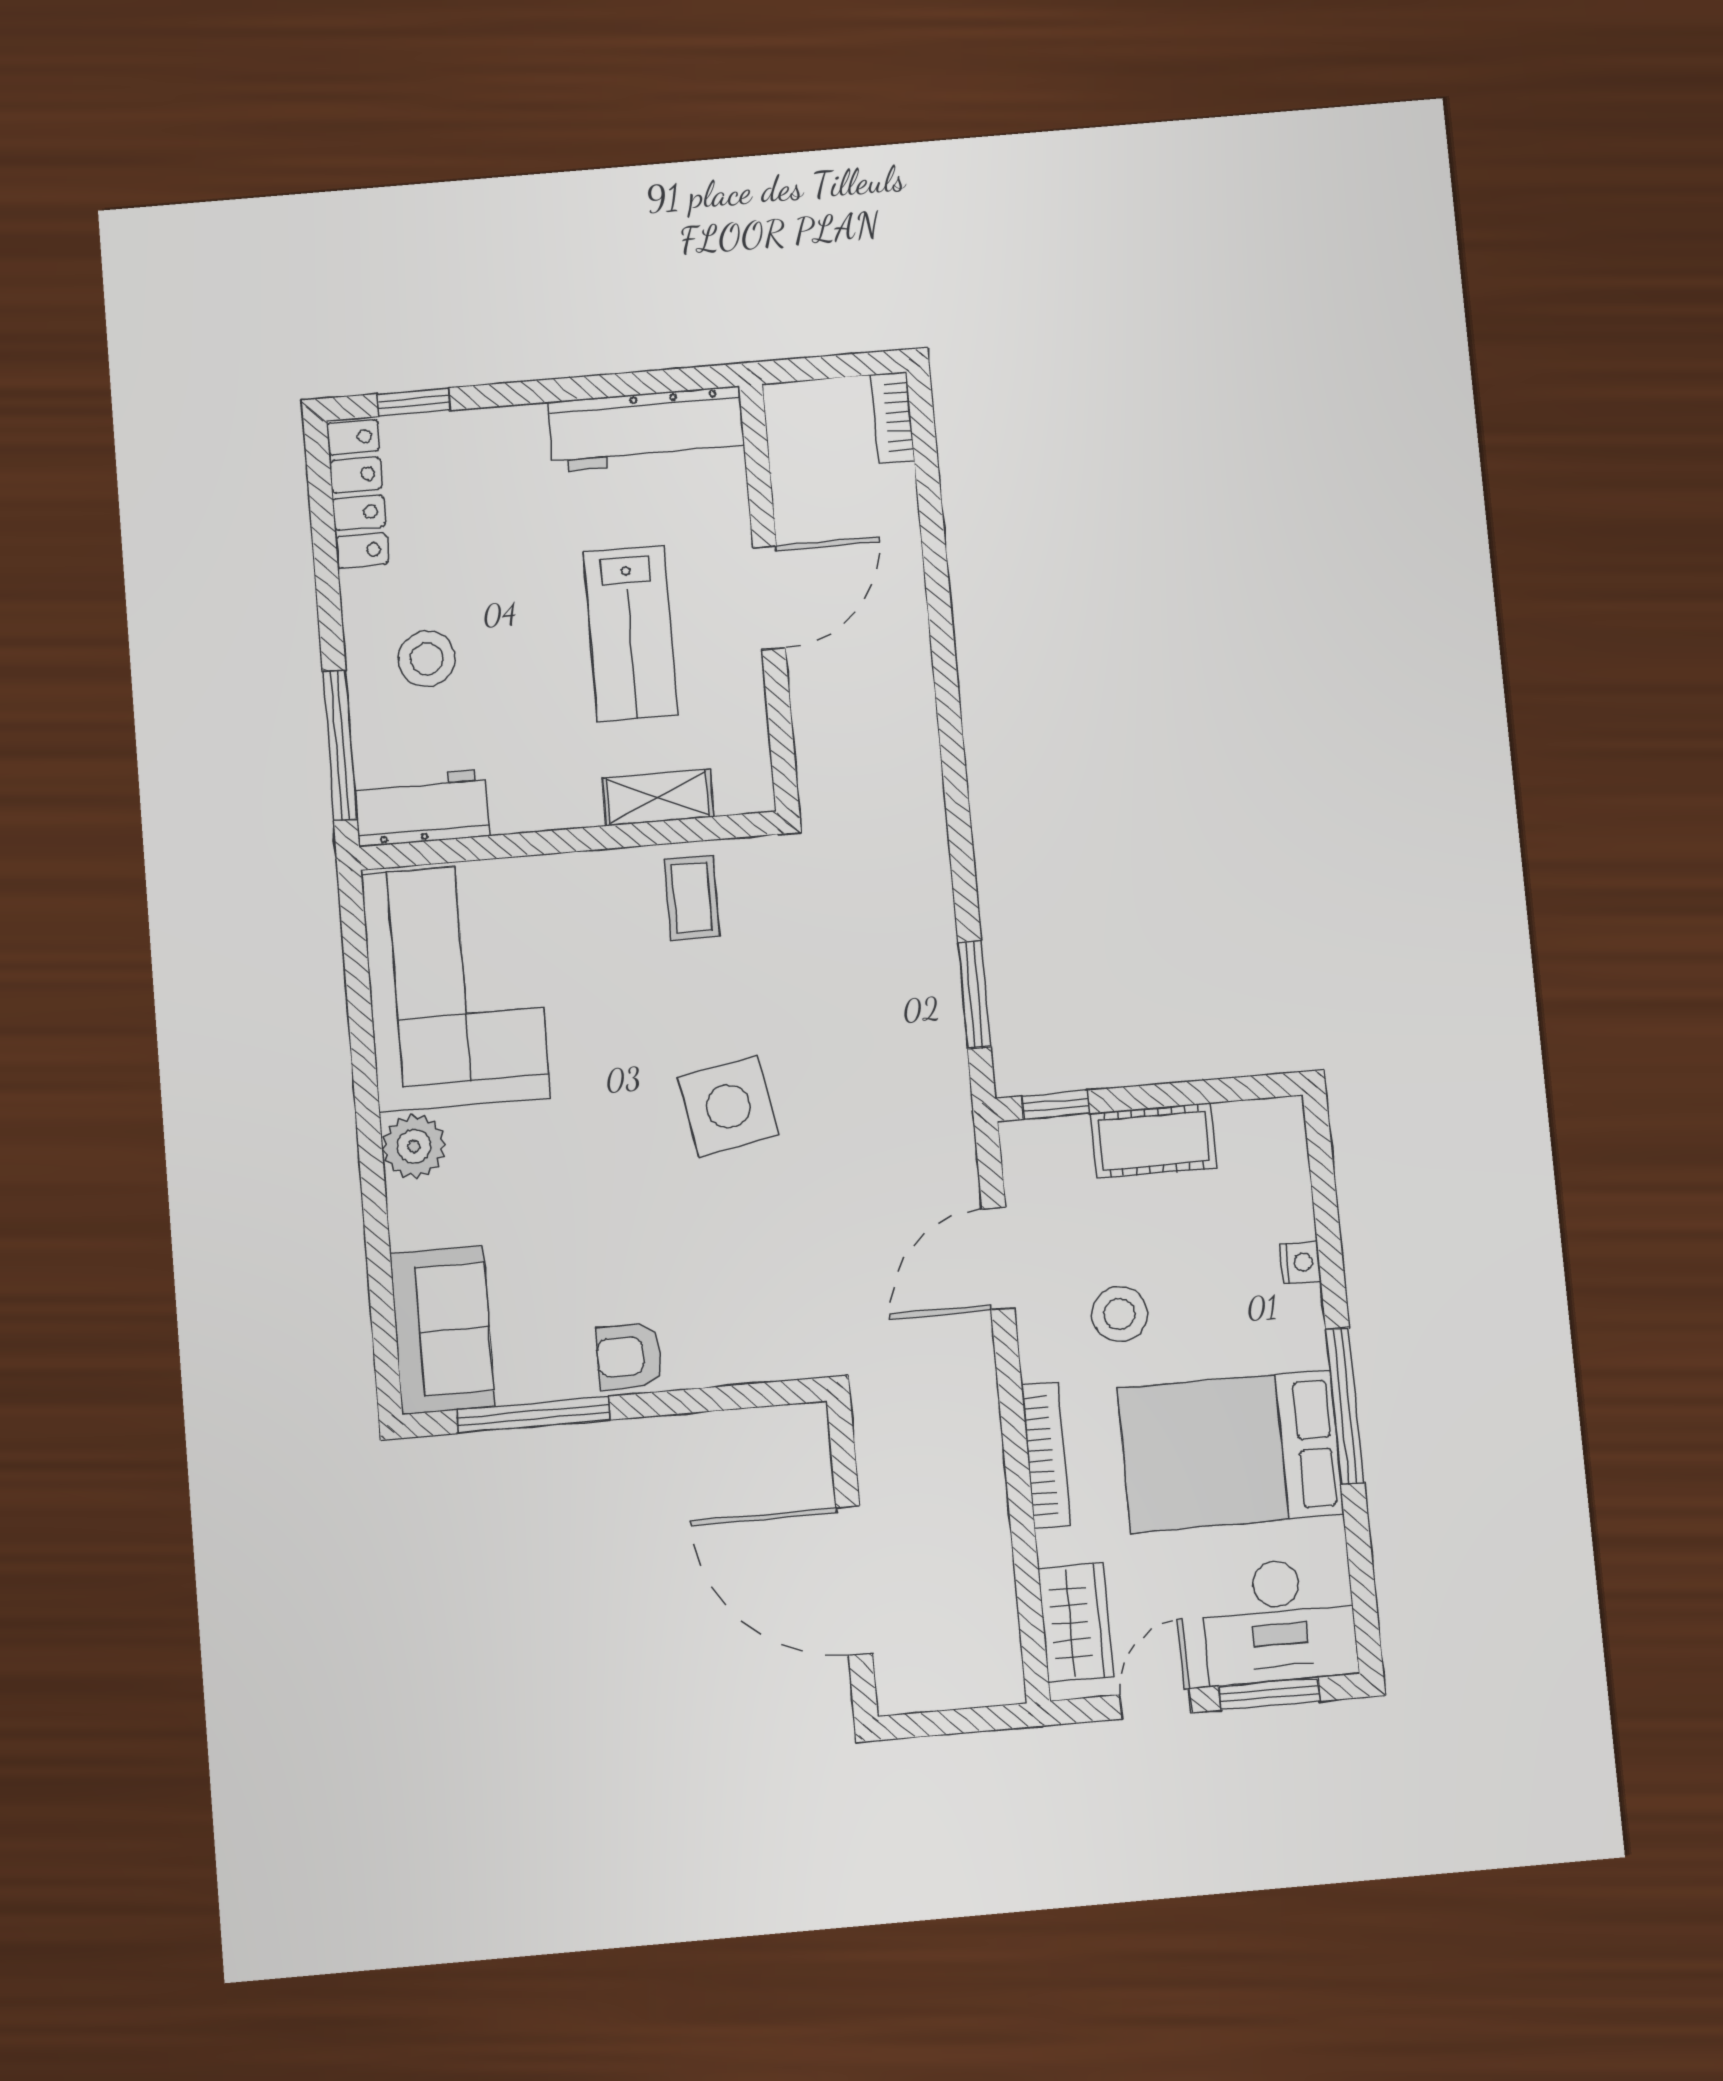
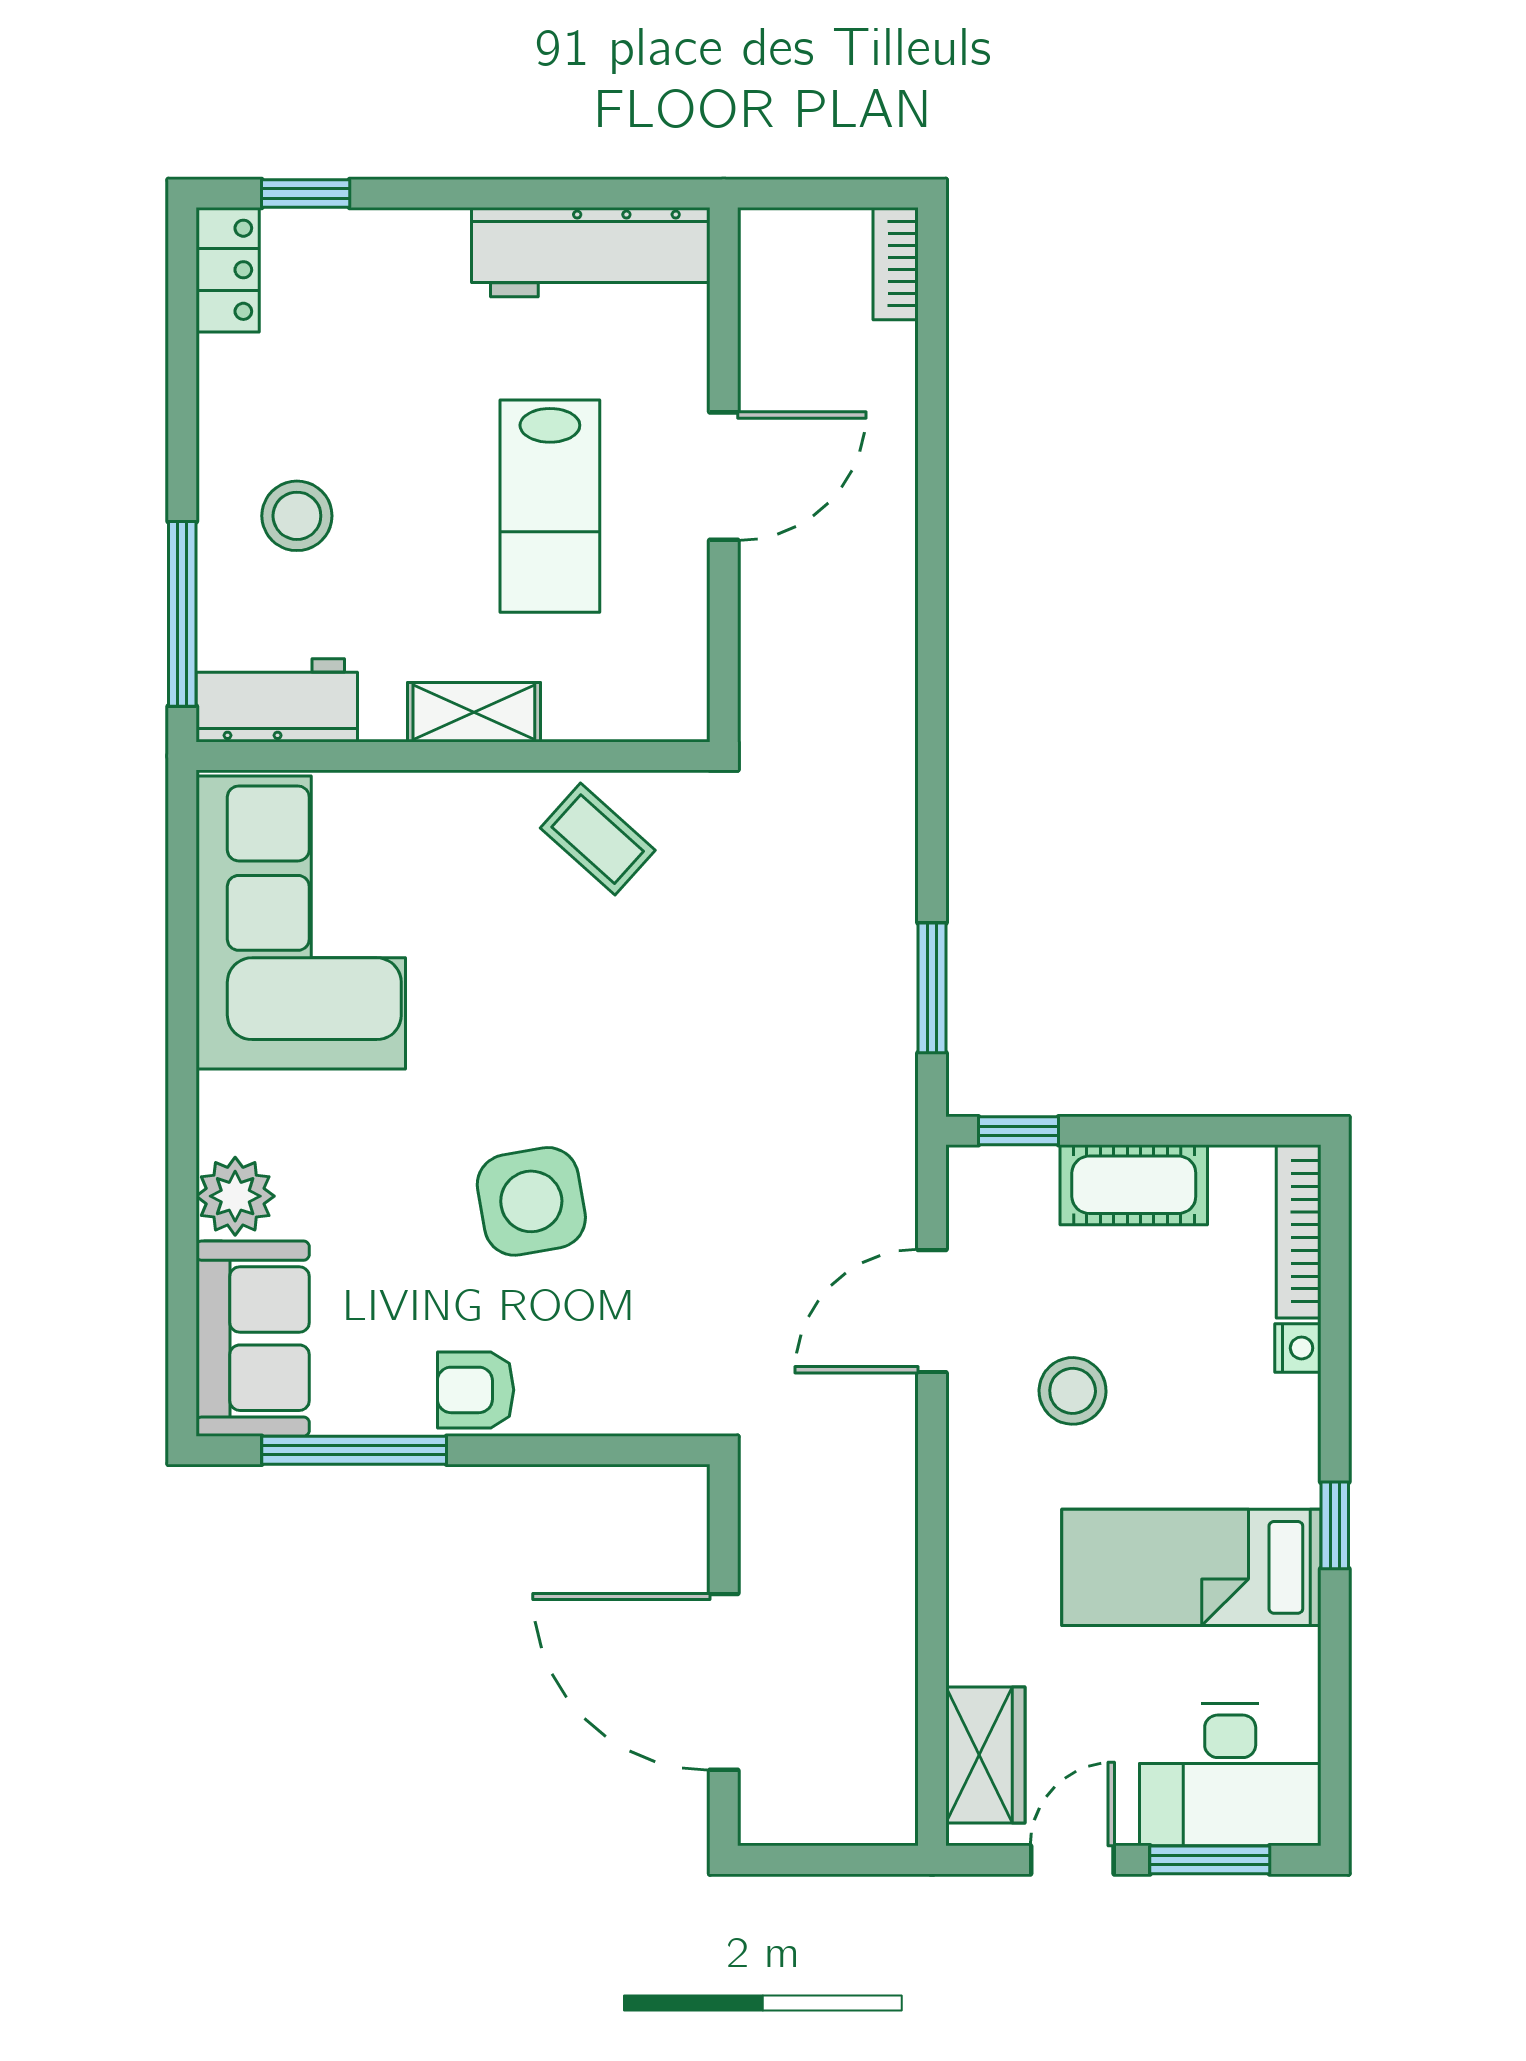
locker: (357, 494) -> (228, 270), width x0.66
shelving: (658, 797) -> (474, 712), moved
coffee table: (692, 898) -> (598, 839), turned -48
side table: (728, 1106) -> (531, 1201), moved
plant: (414, 1146) -> (235, 1196), moved
window: (1345, 1406) -> (1335, 1525), width x0.46
bed: (1231, 1451) -> (1191, 1567), width x0.67
bookcase: (1046, 1455) -> (1299, 1231), moved, turned 180

